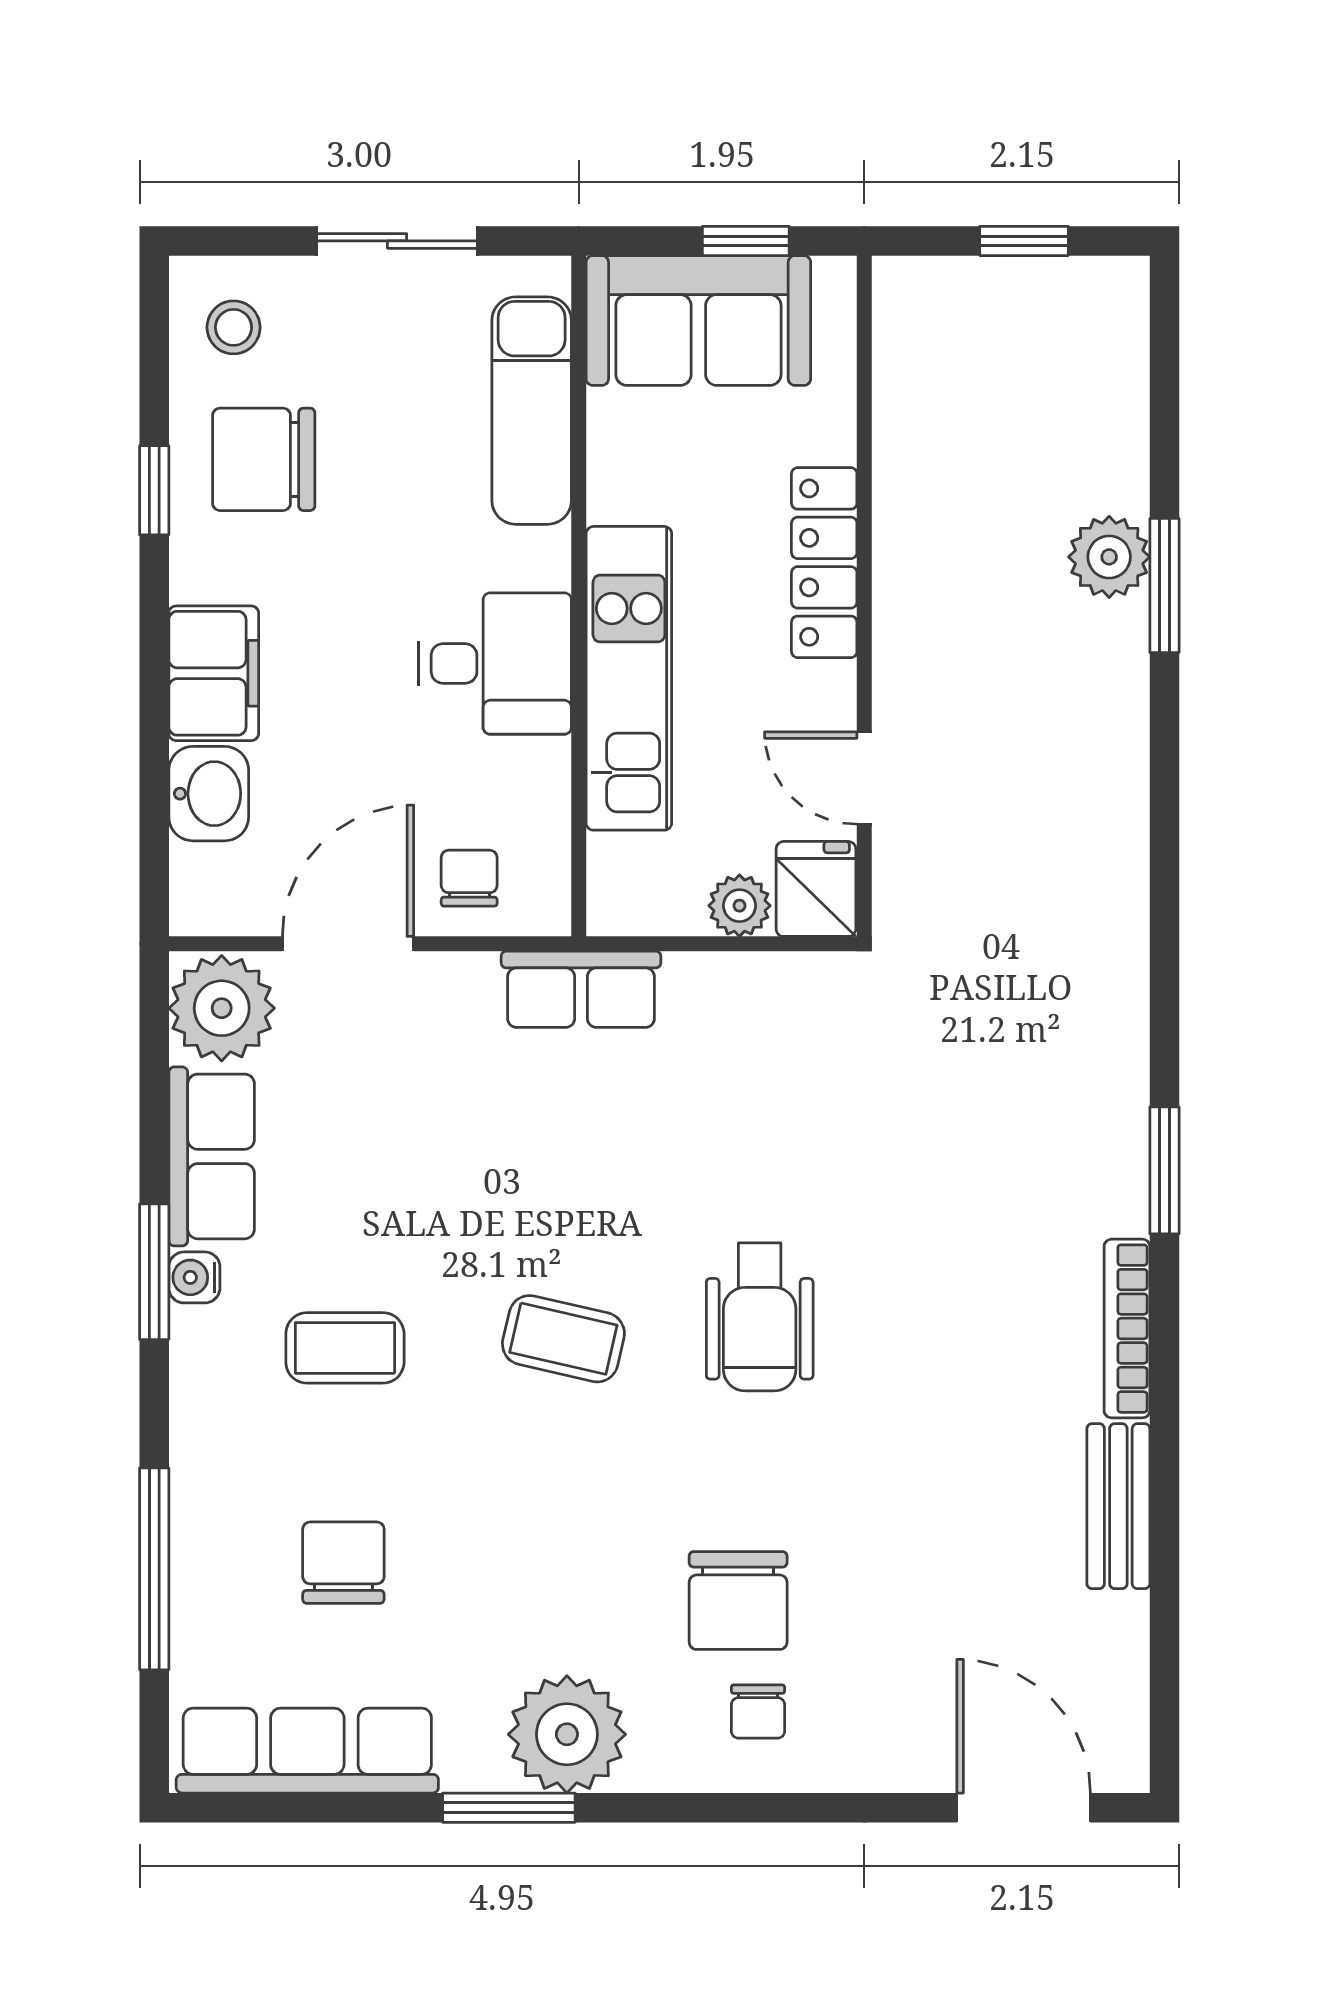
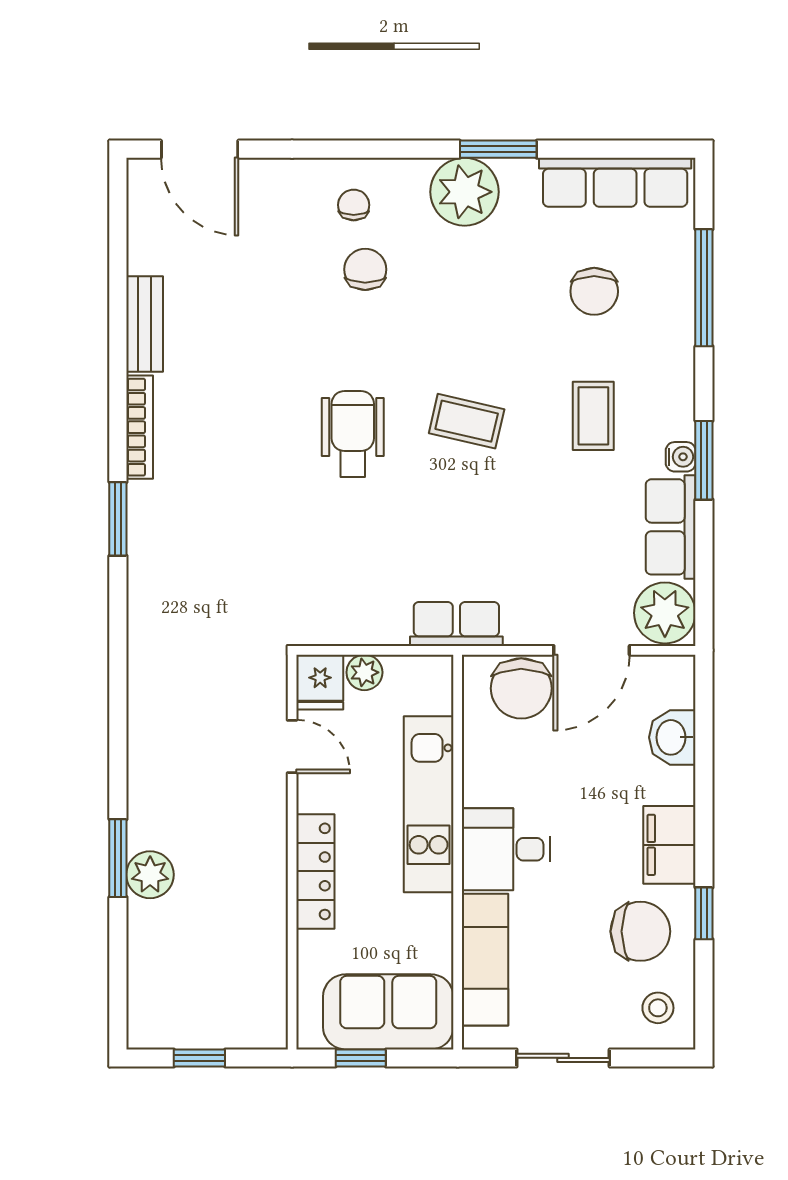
desk: (495, 663) -> (506, 849), moved
filing cabinet: (214, 673) -> (669, 845), moved
chair: (469, 878) -> (521, 688), width x1.87, depth x1.87
coffee table: (345, 1348) -> (593, 416), turned 90
chair: (738, 1600) -> (365, 269), width x0.73, depth x0.73

